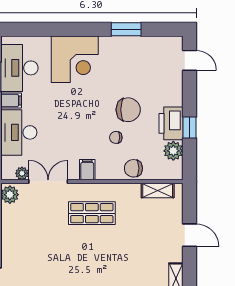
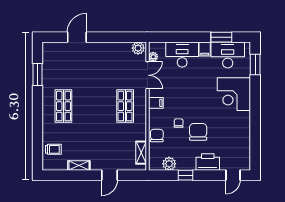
window: (126, 29) -> (255, 64), moved
chair: (128, 110) -> (198, 132), turned 180
printer: (171, 123) -> (208, 162), moved

